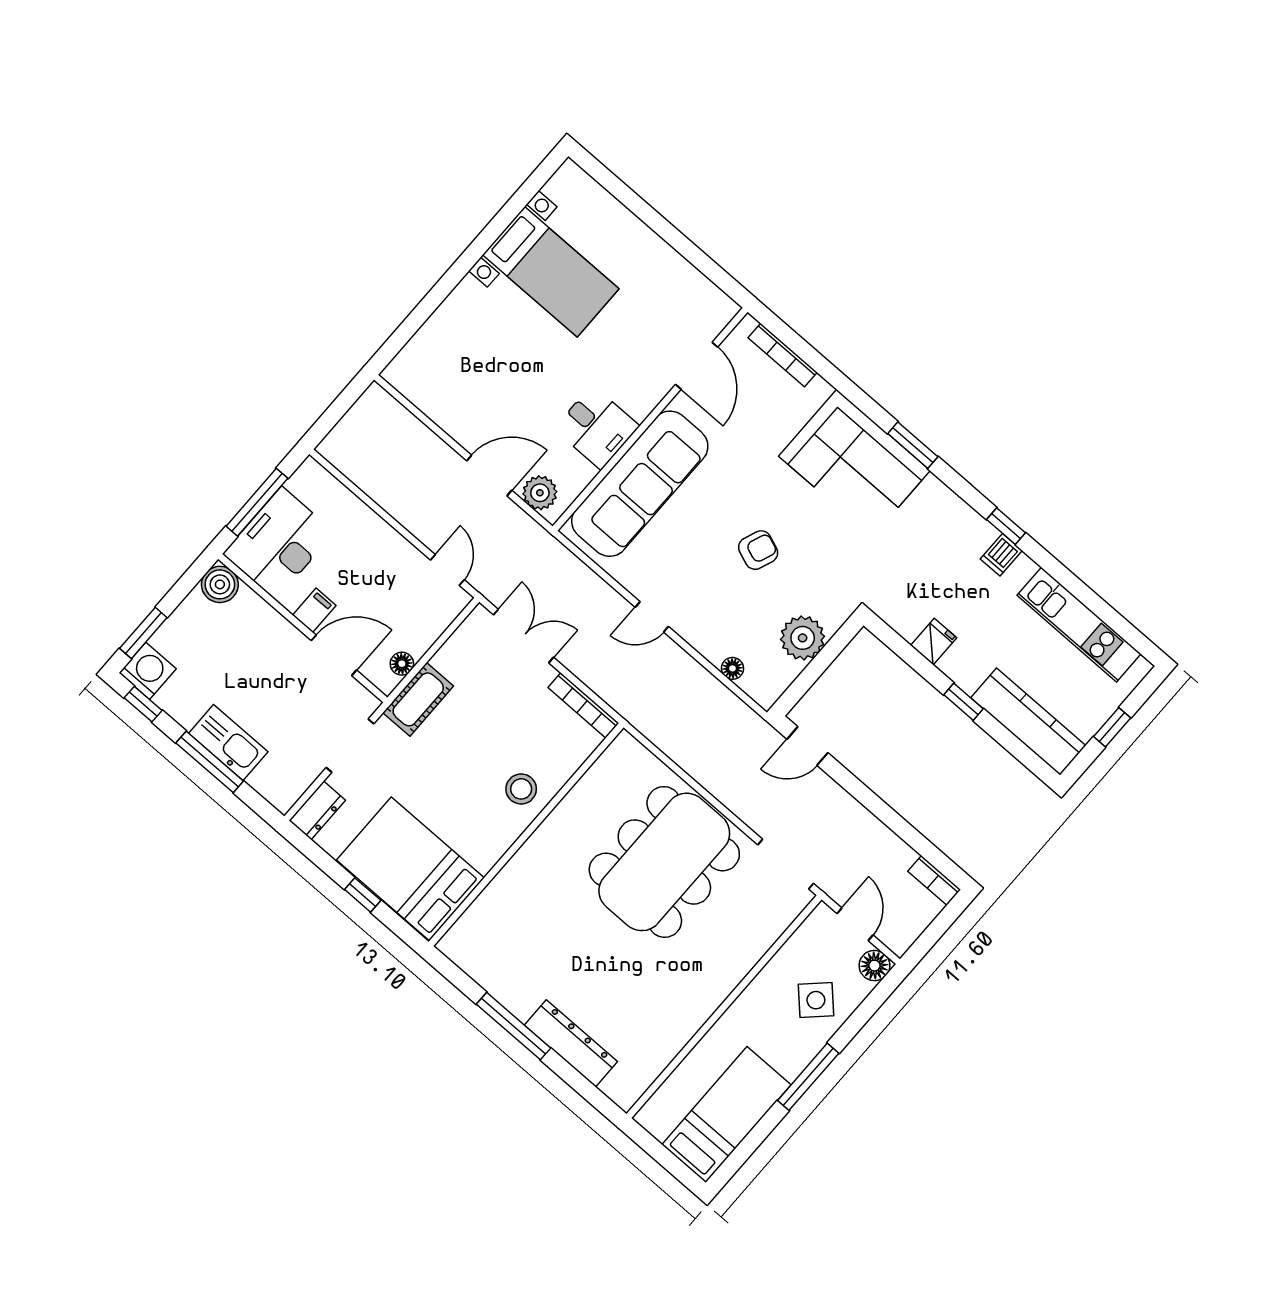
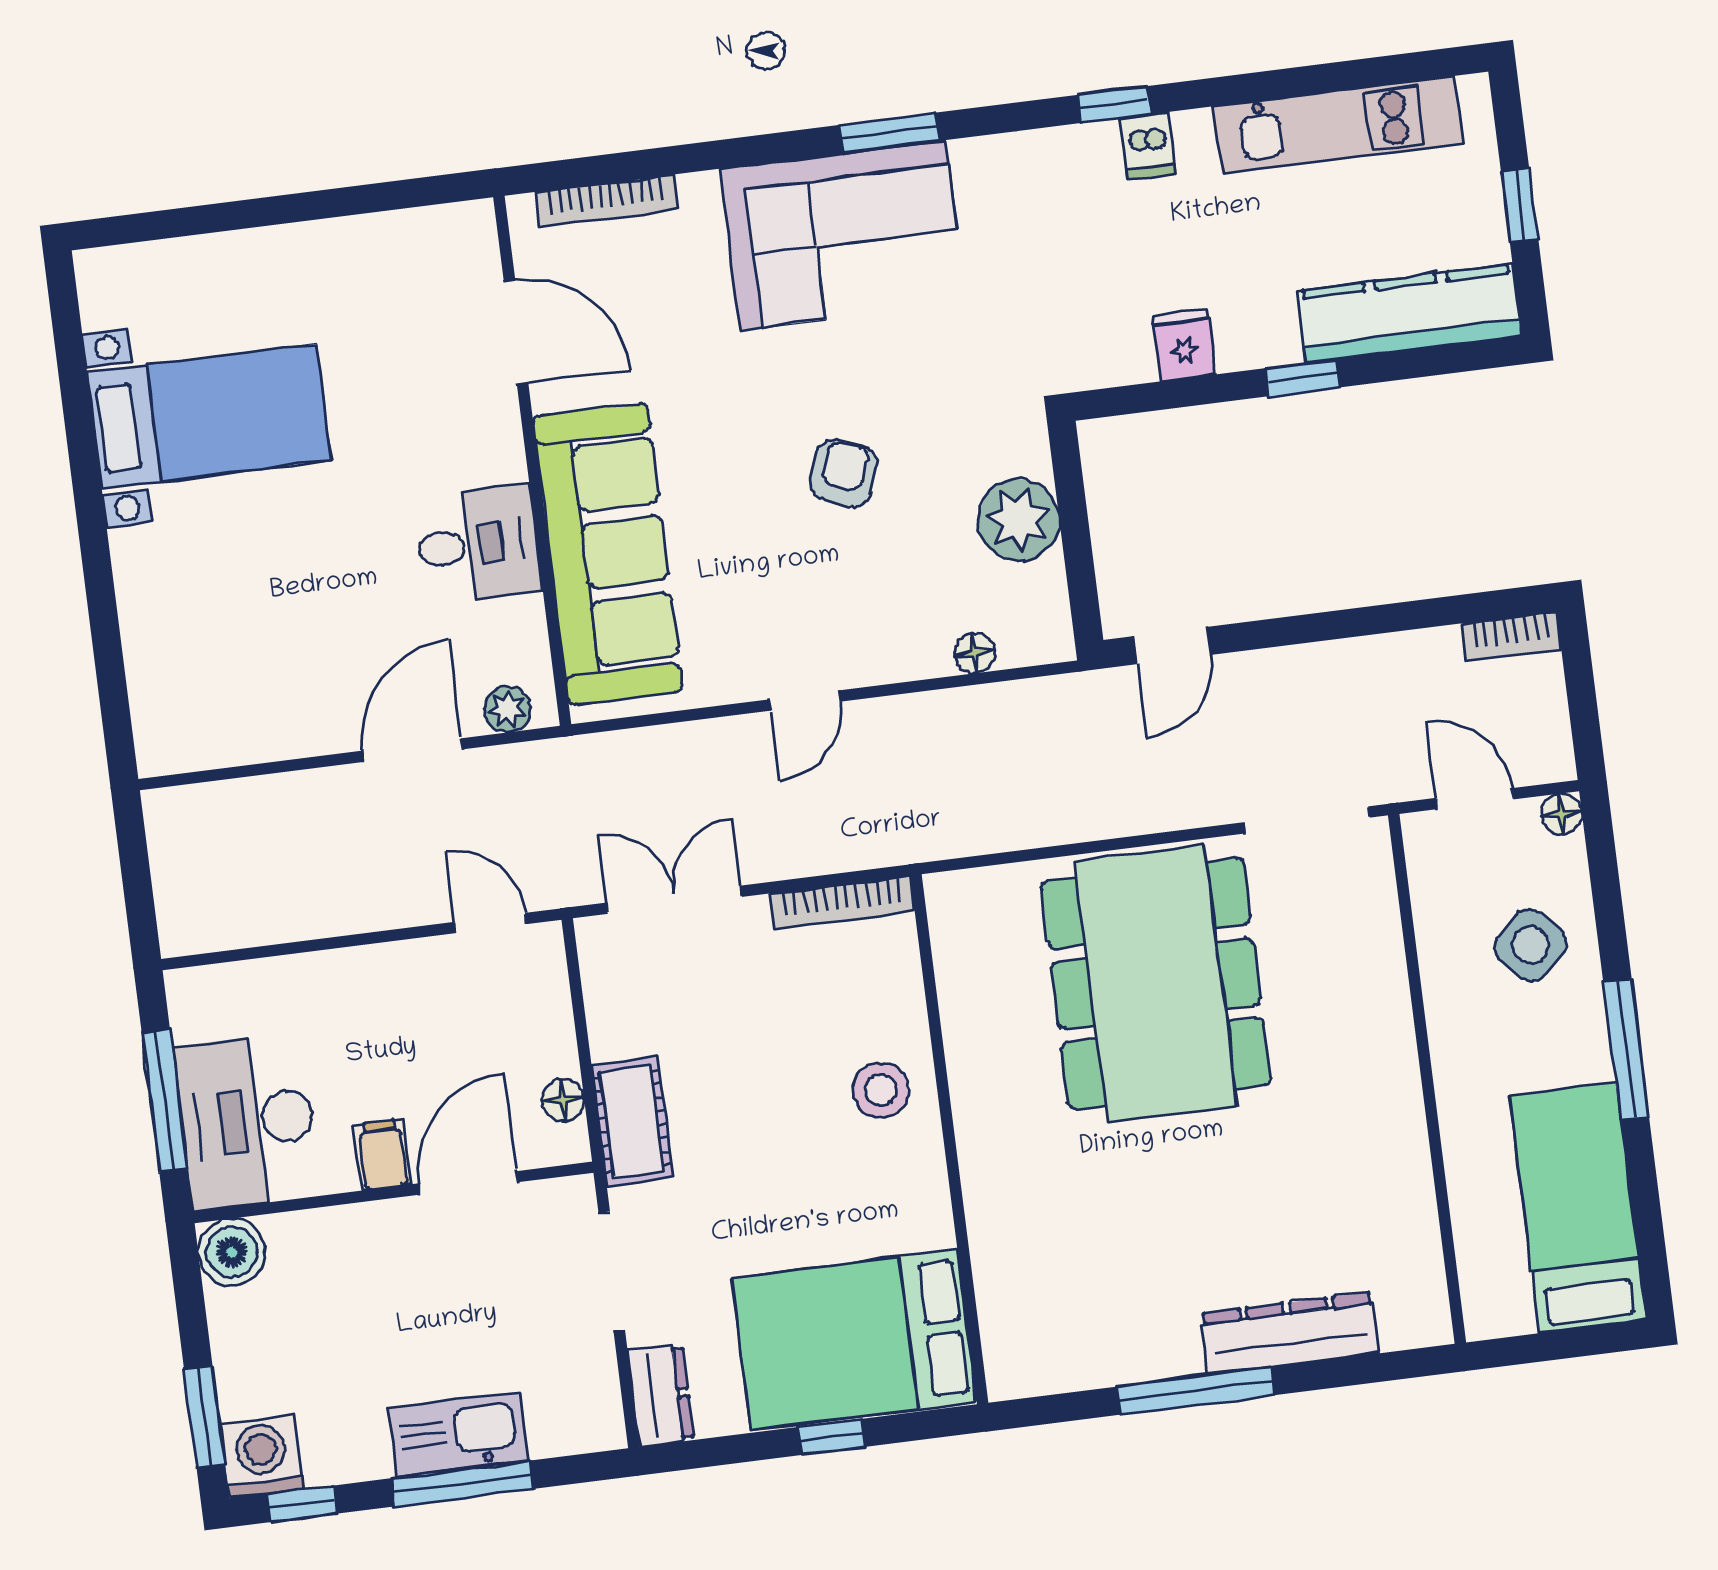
plant: (540, 493) -> (508, 709), width x0.73, depth x0.73
floor lamp: (875, 966) -> (1562, 814), width x0.73, depth x0.73

